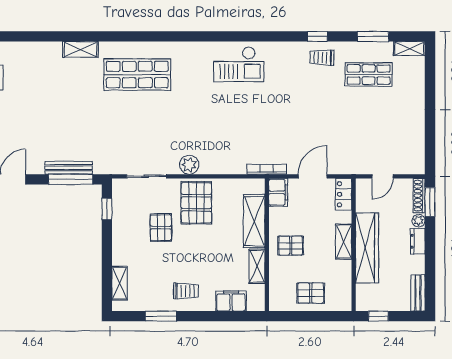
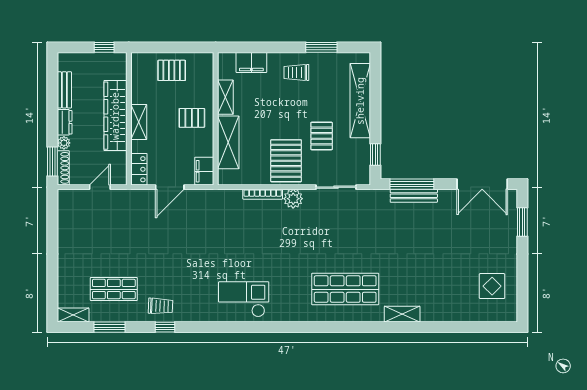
bookcase: (267, 169) -> (263, 194), moved
shelving: (120, 283) -> (360, 101), width x2.20, depth x1.33
bench: (418, 293) -> (64, 90), moved

